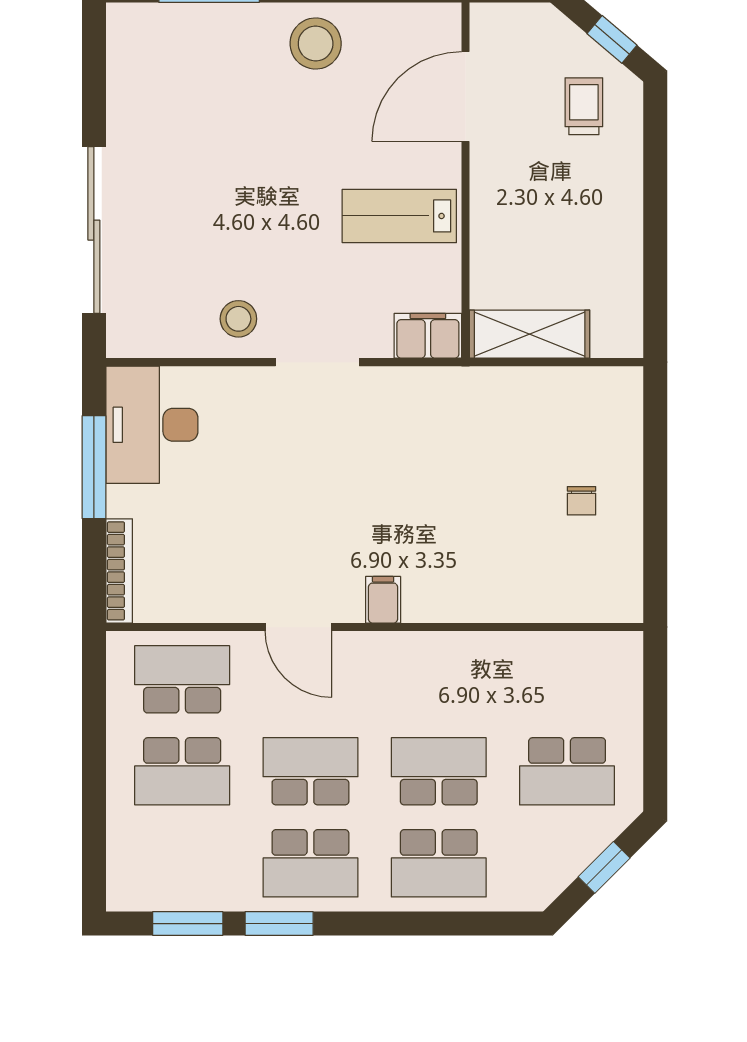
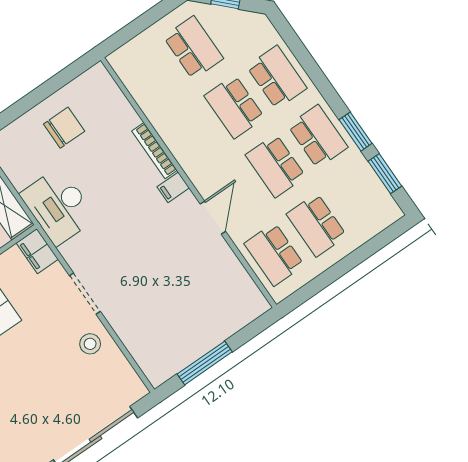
desk: (152, 425) -> (58, 206), moved, turned 90
chair: (582, 501) -> (64, 128), width x1.87, depth x1.87
bookcase: (119, 571) -> (155, 151), moved, turned -90
school desk: (182, 771) -> (317, 225), turned 180

